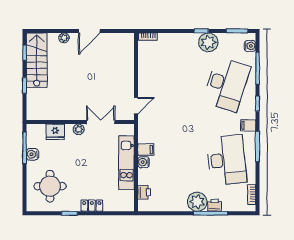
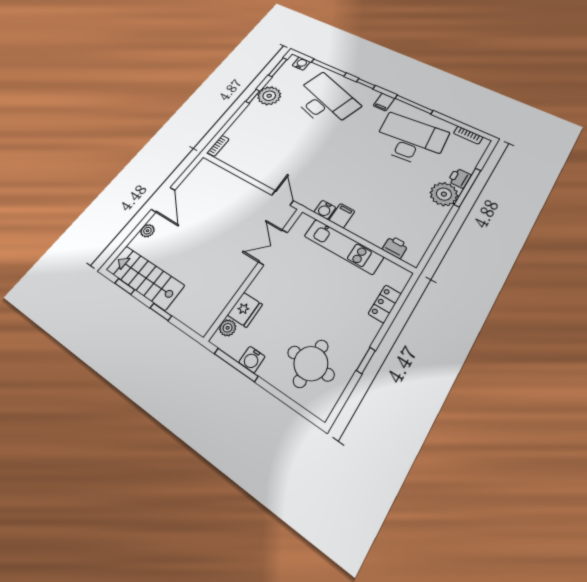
plant: (79, 129) -> (228, 328), moved
water cooler: (144, 162) -> (325, 210), moved
locker: (92, 206) -> (385, 304), moved

